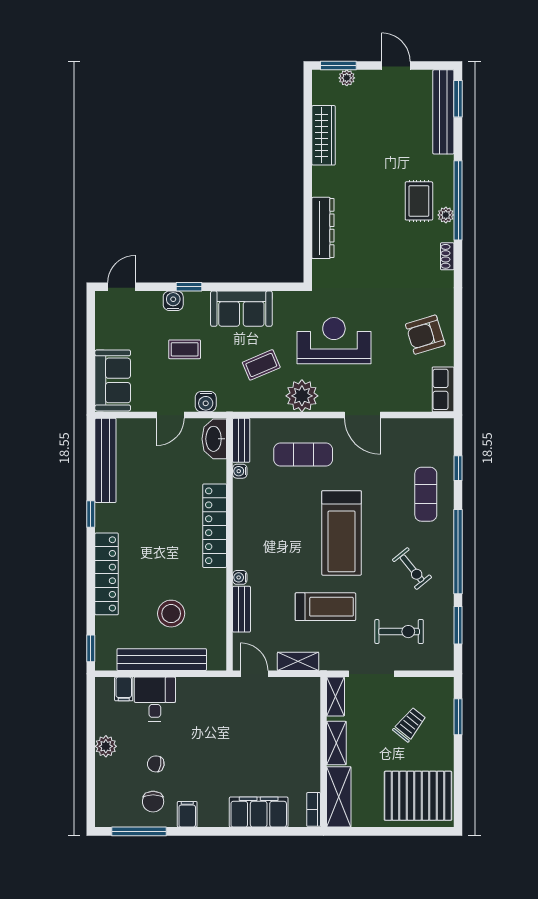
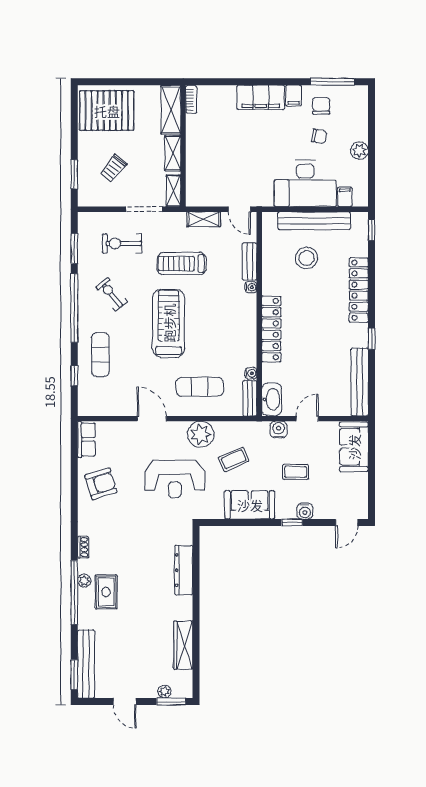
desk: (155, 699) -> (305, 184), width x1.87, depth x1.30
filing cabinet: (259, 812) -> (261, 97), moved

